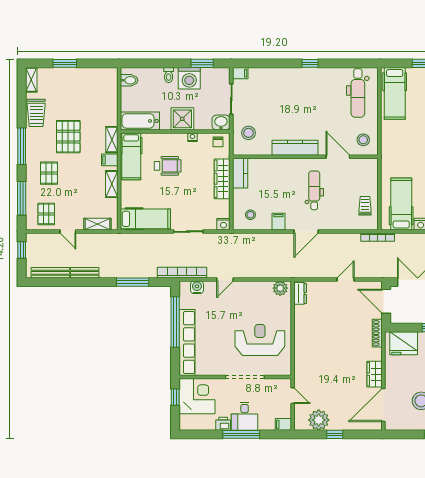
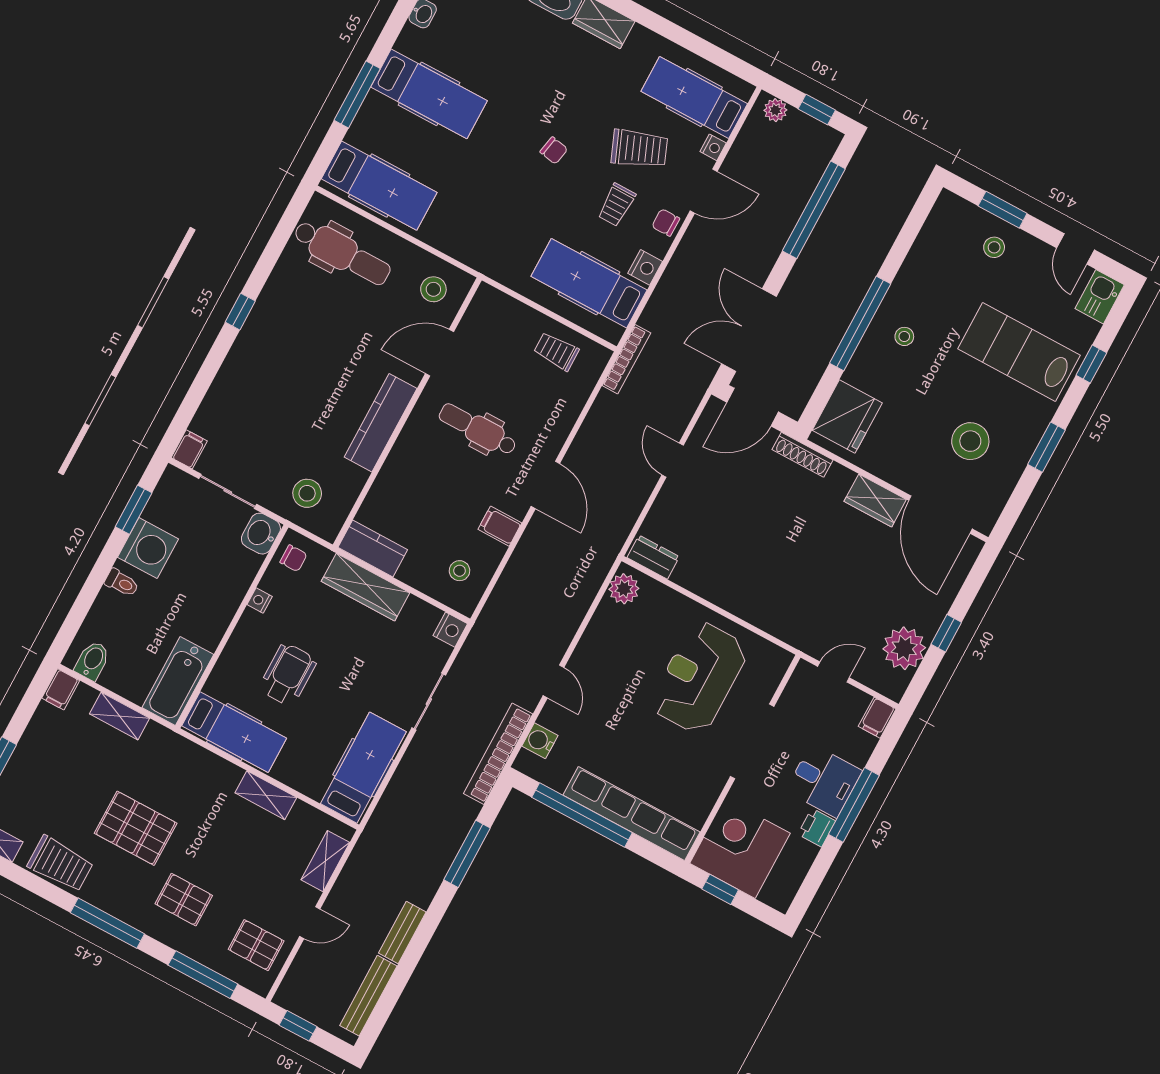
shower: (182, 119) -> (216, 601), removed
shelving: (112, 140) -> (120, 716), moved
filing cabinet: (110, 160) -> (61, 689), moved

